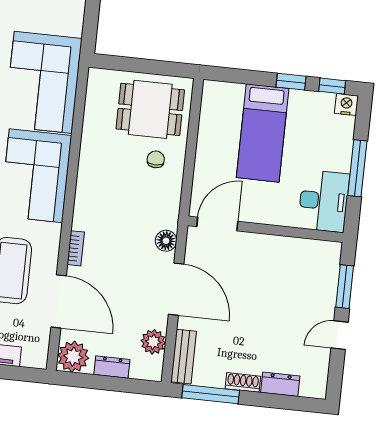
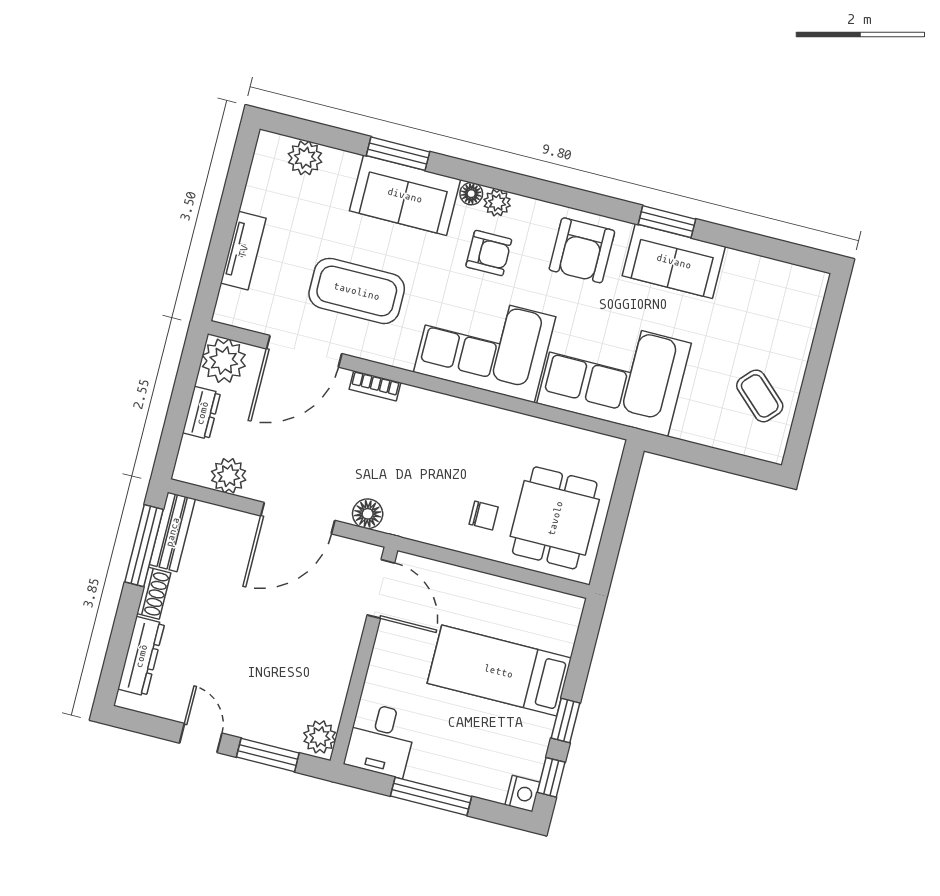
desk: (324, 201) -> (381, 740), width x0.73
plant: (327, 252) -> (320, 737), added
bench: (184, 357) -> (172, 532), moved, turned 90
dresser: (280, 384) -> (141, 656), width x1.44

